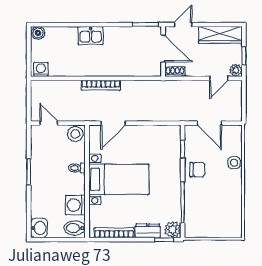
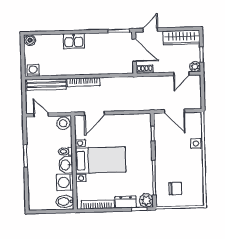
bench: (56, 87) -> (46, 84), added
chair: (197, 170) -> (175, 189), moved
washbasin: (39, 228) -> (66, 165), moved, turned 180

